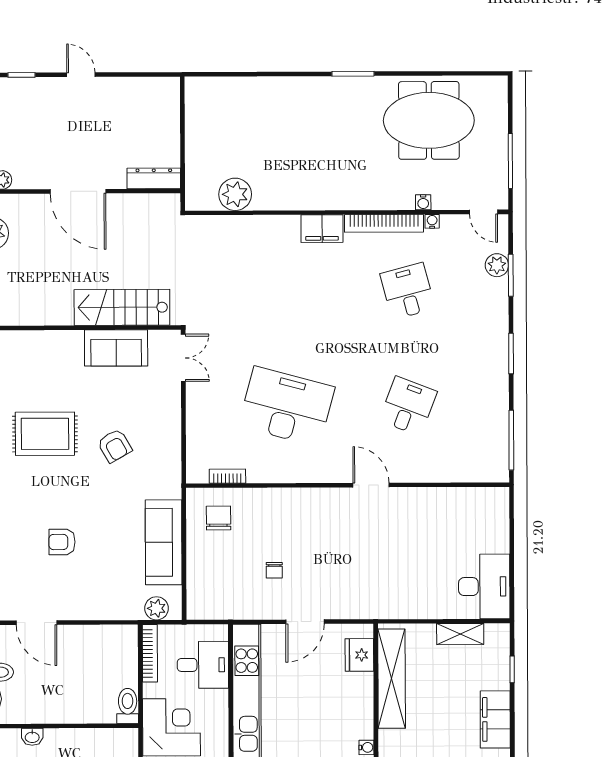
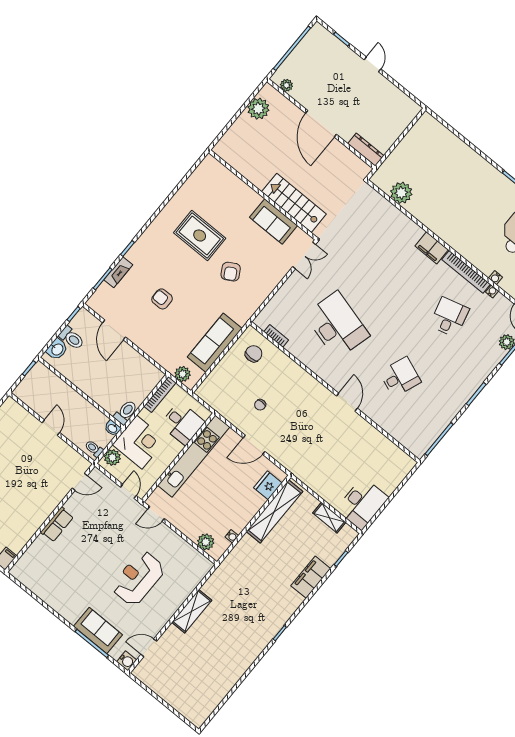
washbasin: (32, 737) -> (113, 428), moved

